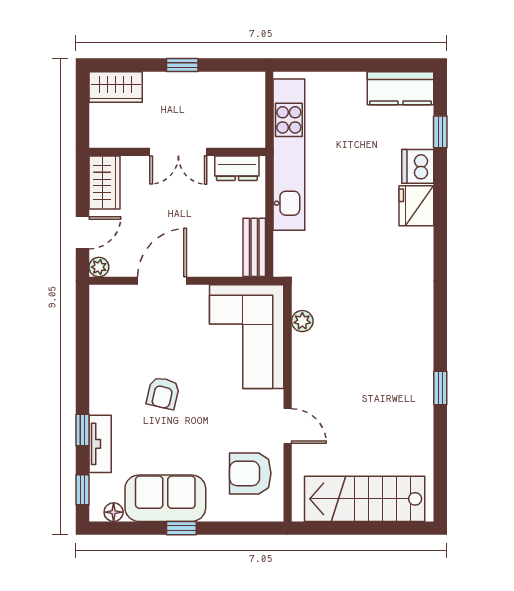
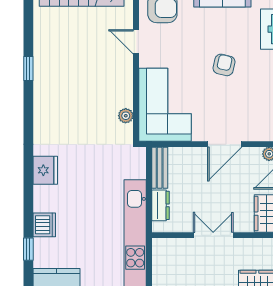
dresser: (237, 168) -> (161, 205), moved, turned 90
fridge: (416, 206) -> (45, 170), moved

